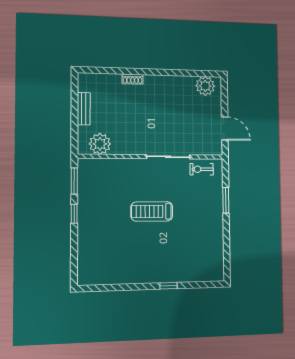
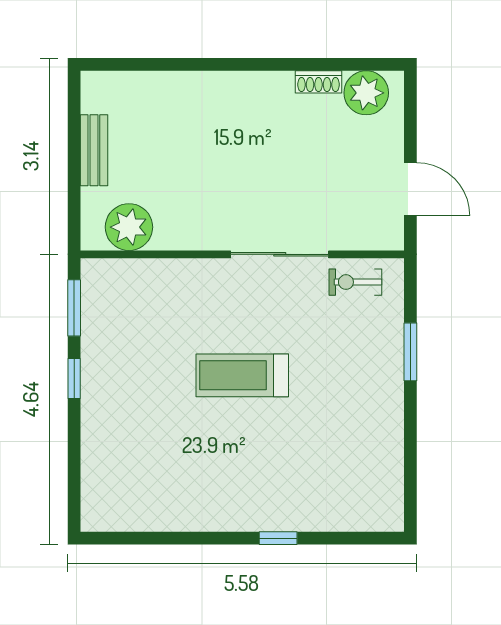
shoe rack: (133, 79) -> (318, 82), moved

